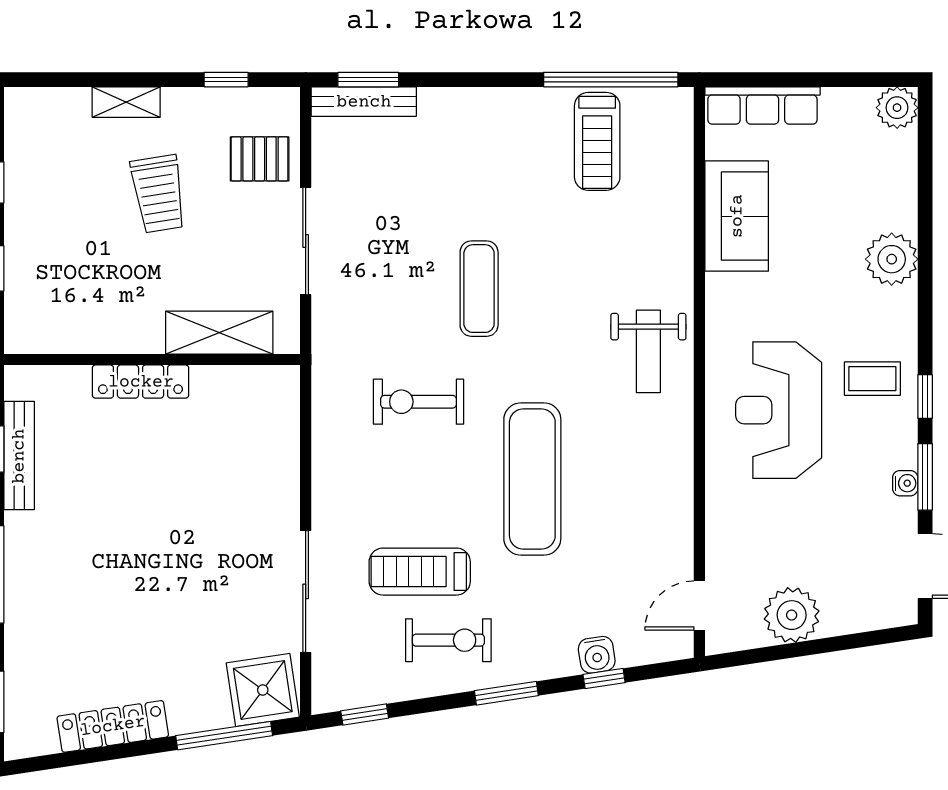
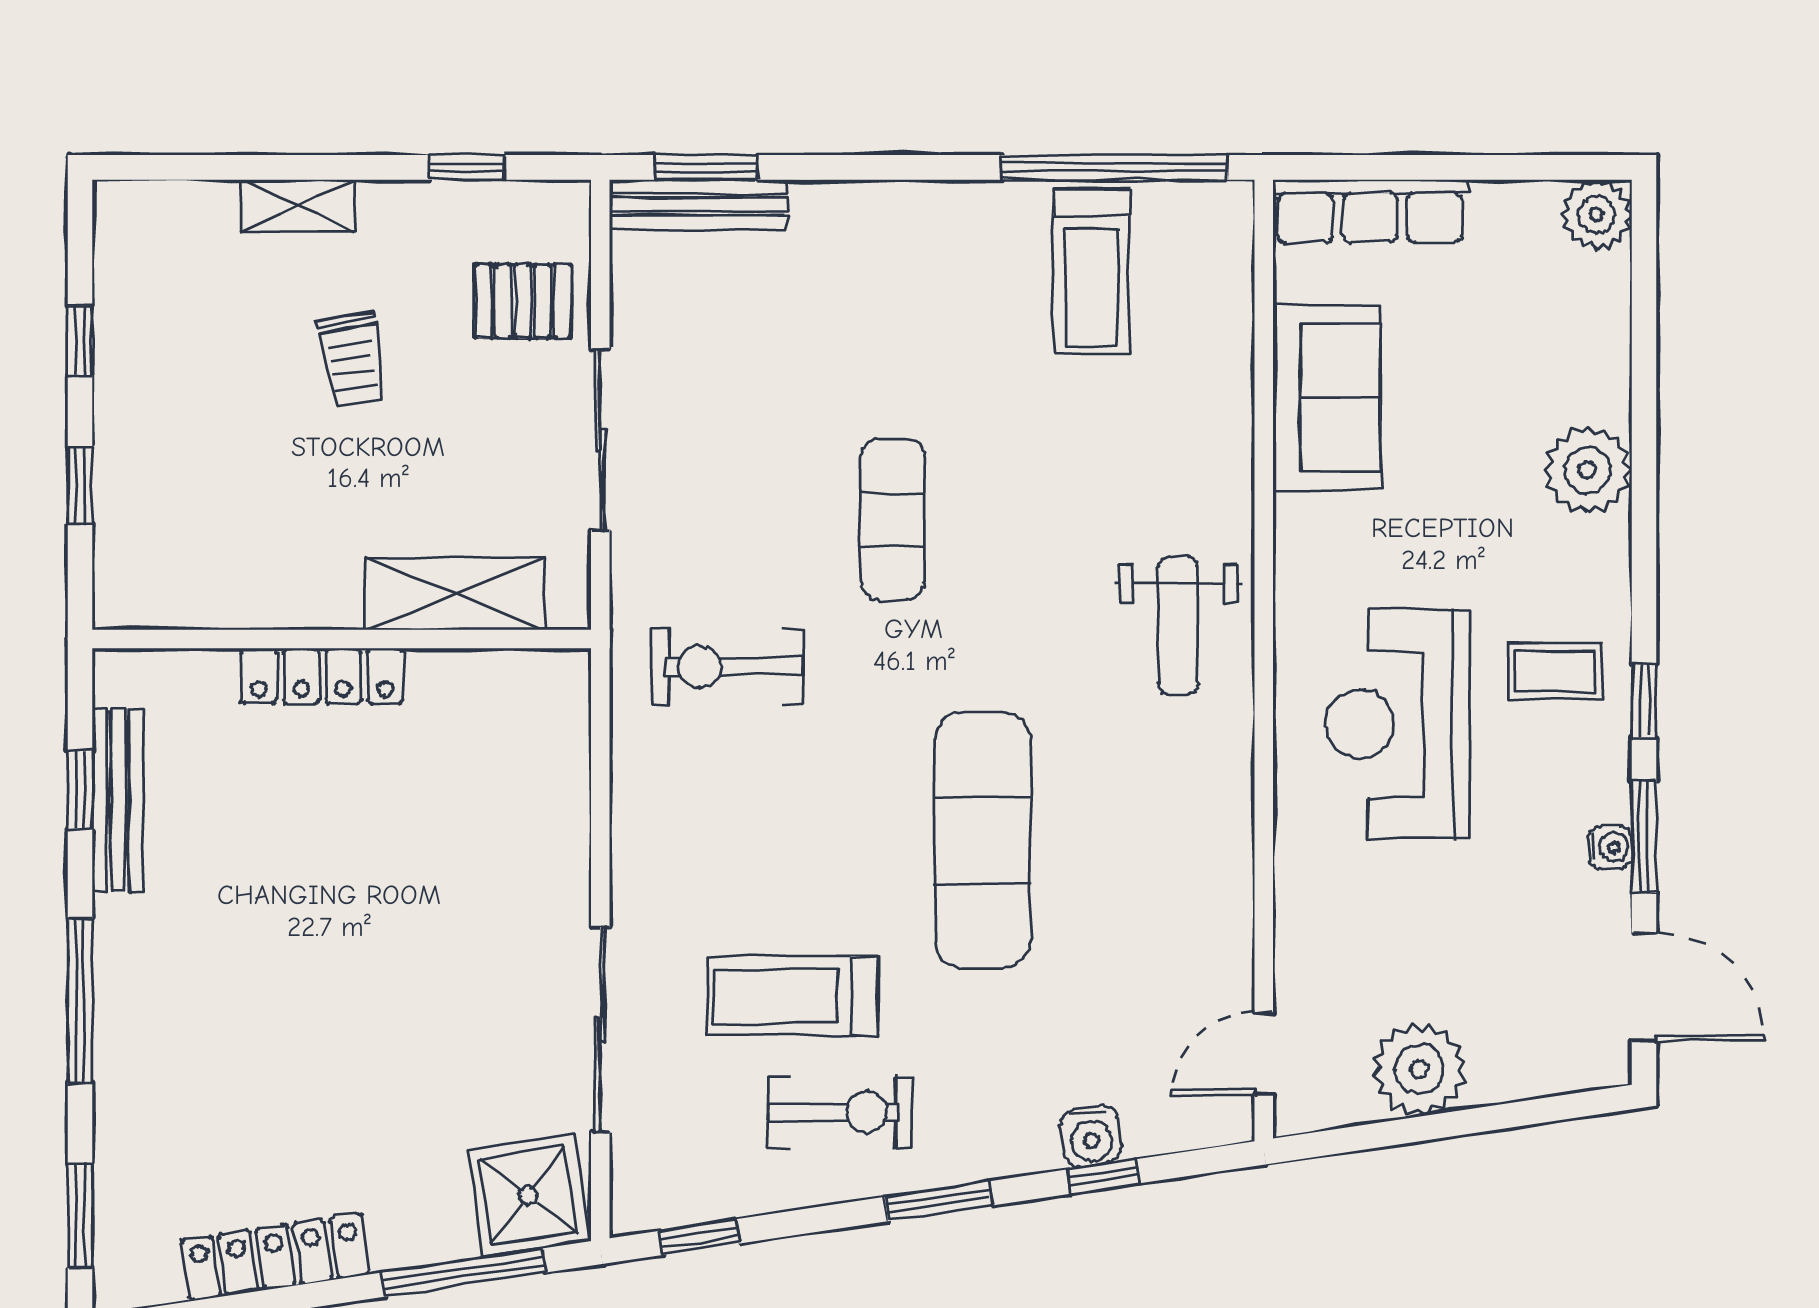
trolley: (158, 194) -> (352, 360), width x0.73, depth x0.72
exercise bike: (418, 402) -> (727, 667), moved

